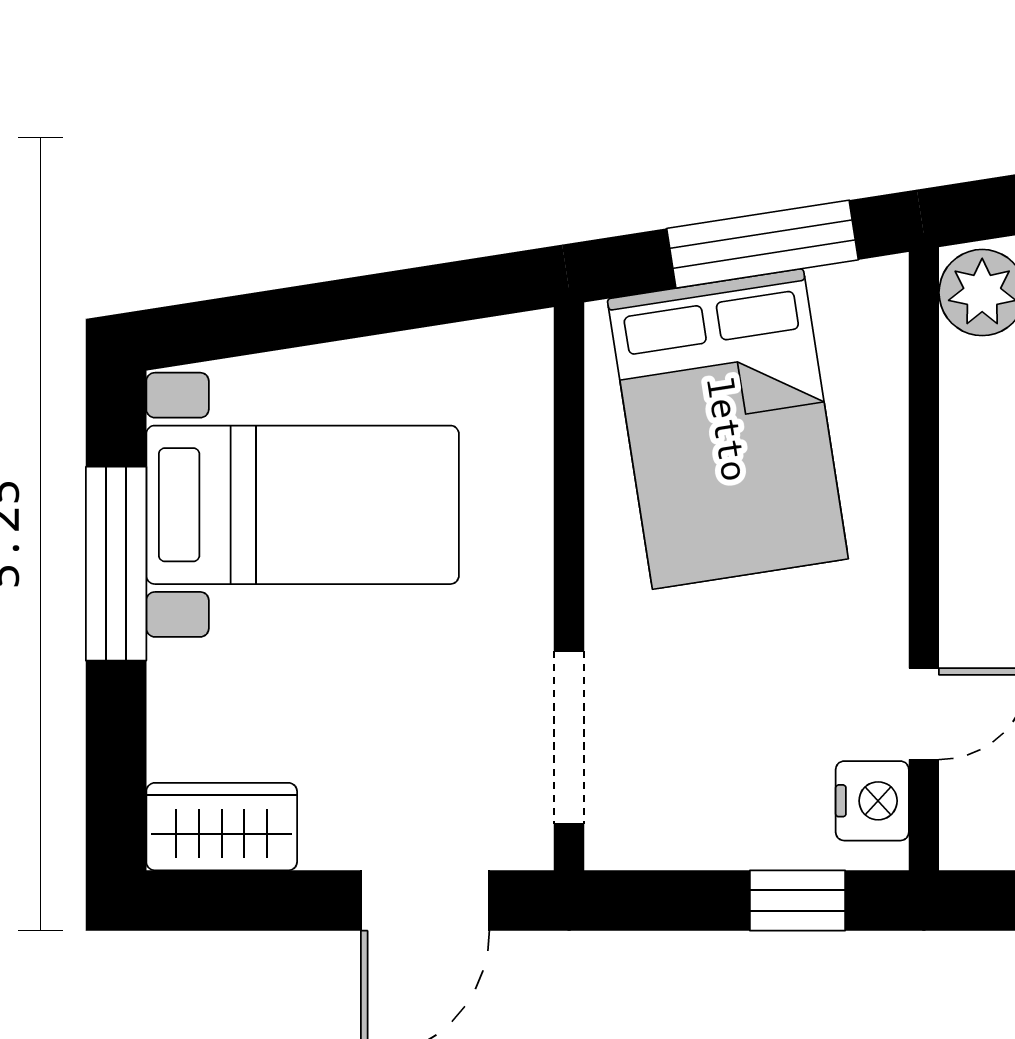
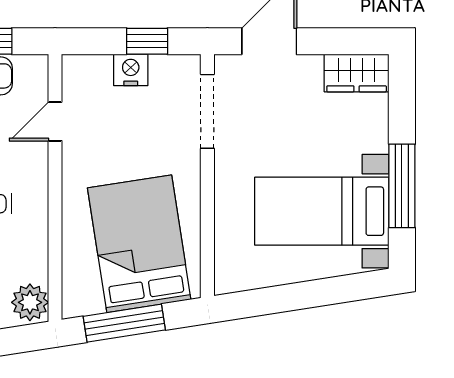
nightstand: (872, 801) -> (131, 70), moved, turned 90
window: (798, 901) -> (147, 41), moved

